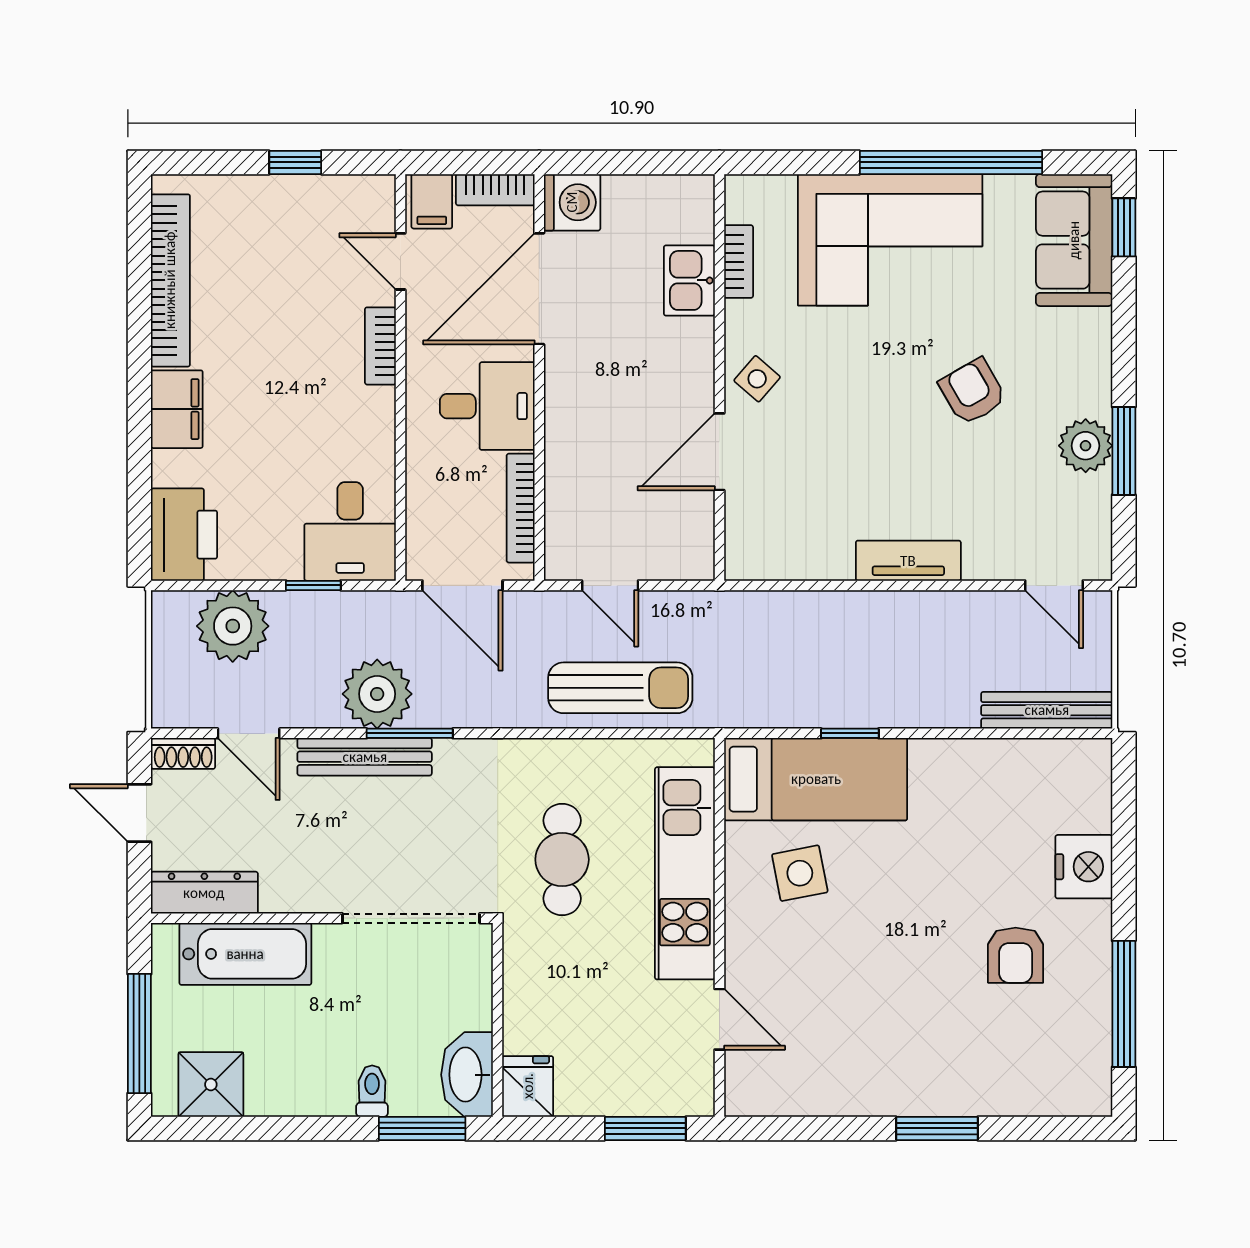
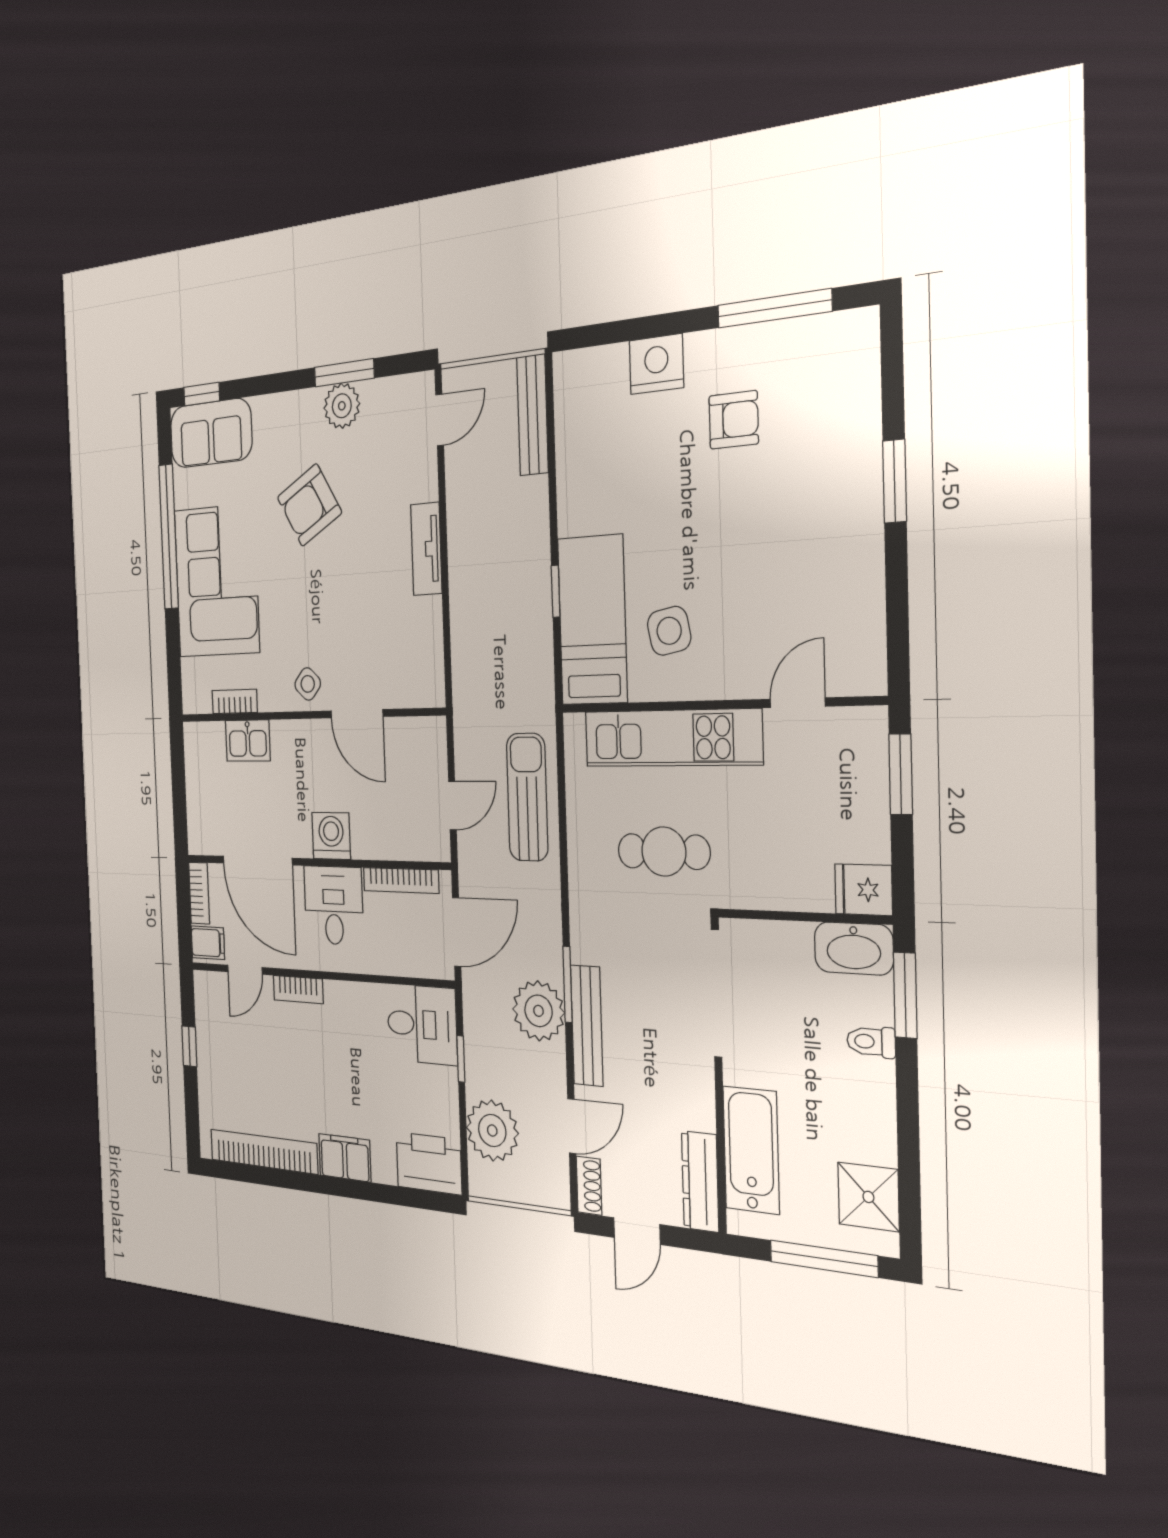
washing machine: (572, 202) -> (331, 836), moved
armchair: (973, 392) -> (309, 505), width x1.38, depth x1.38

